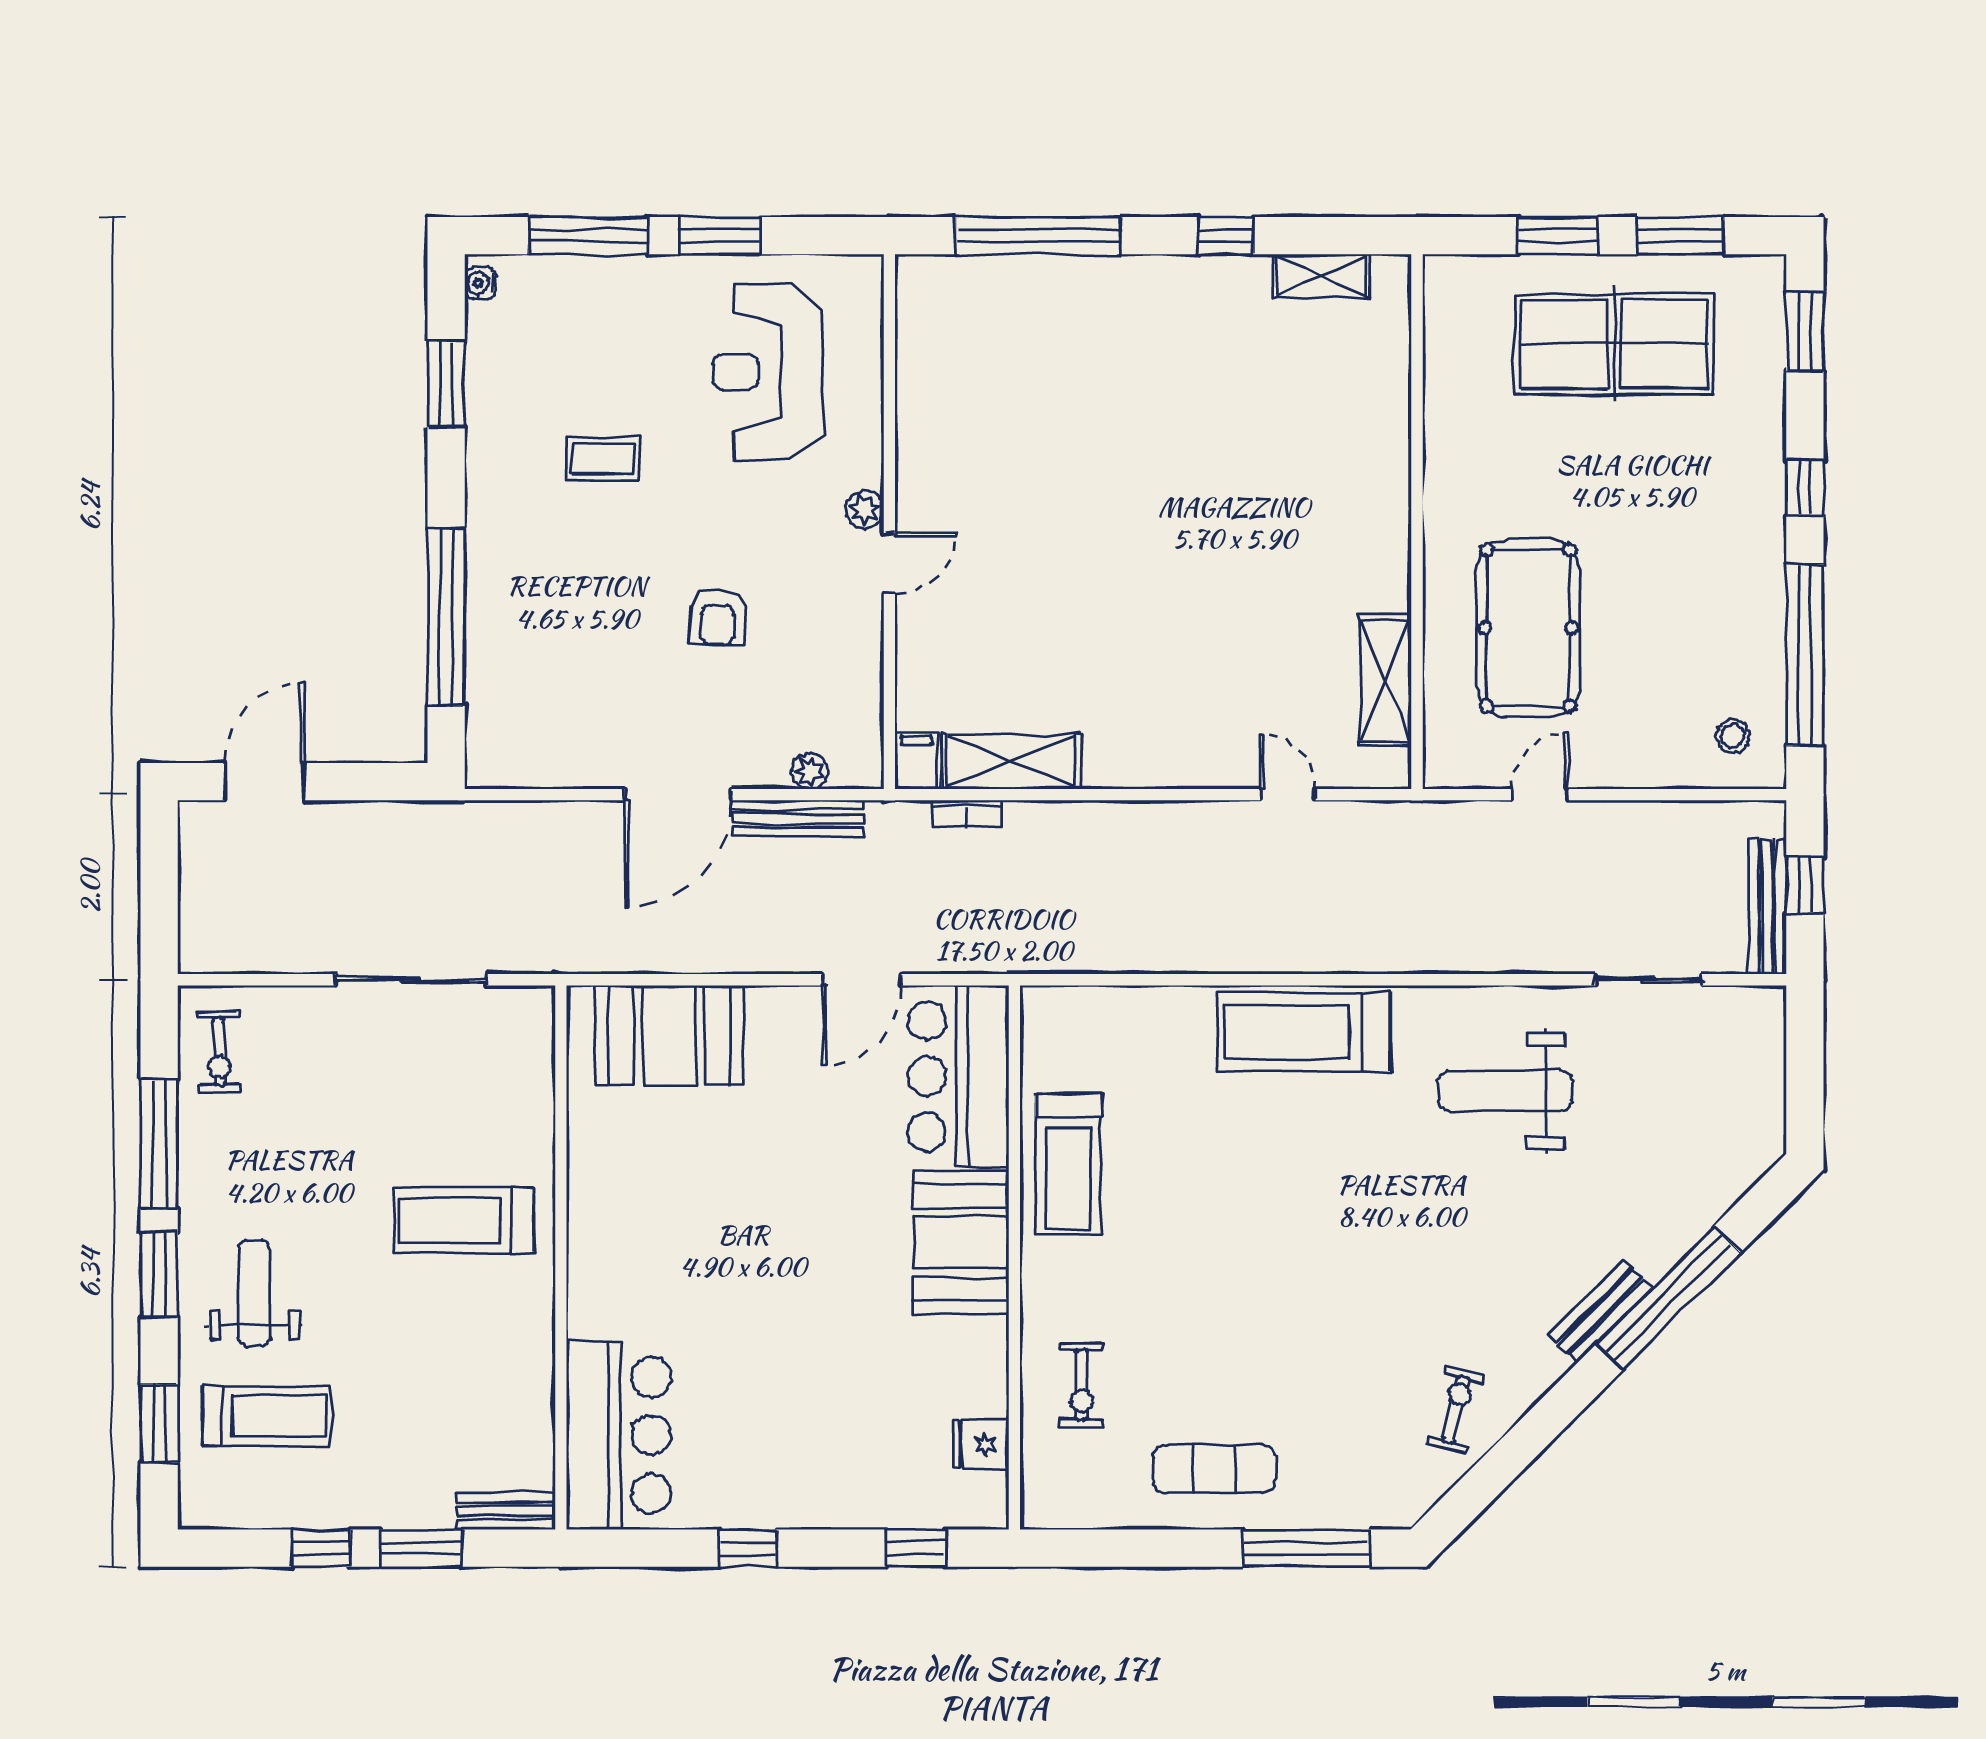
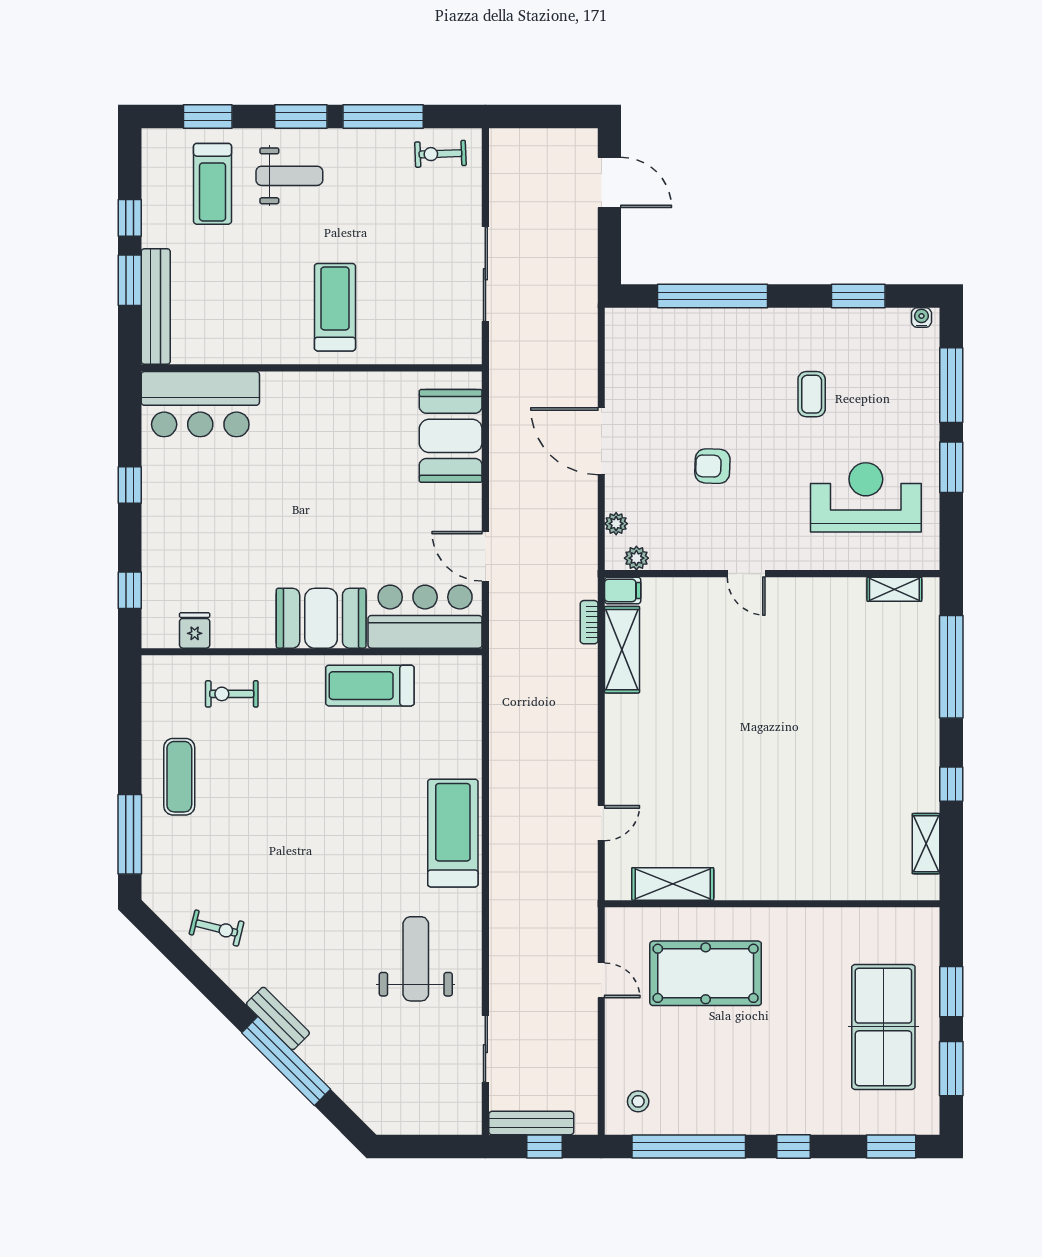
shelving: (914, 326) -> (894, 589), added
plant: (865, 510) -> (636, 558), moved
bench: (798, 819) -> (586, 516), removed
bench: (506, 1511) -> (156, 307), width x1.86, depth x1.21

